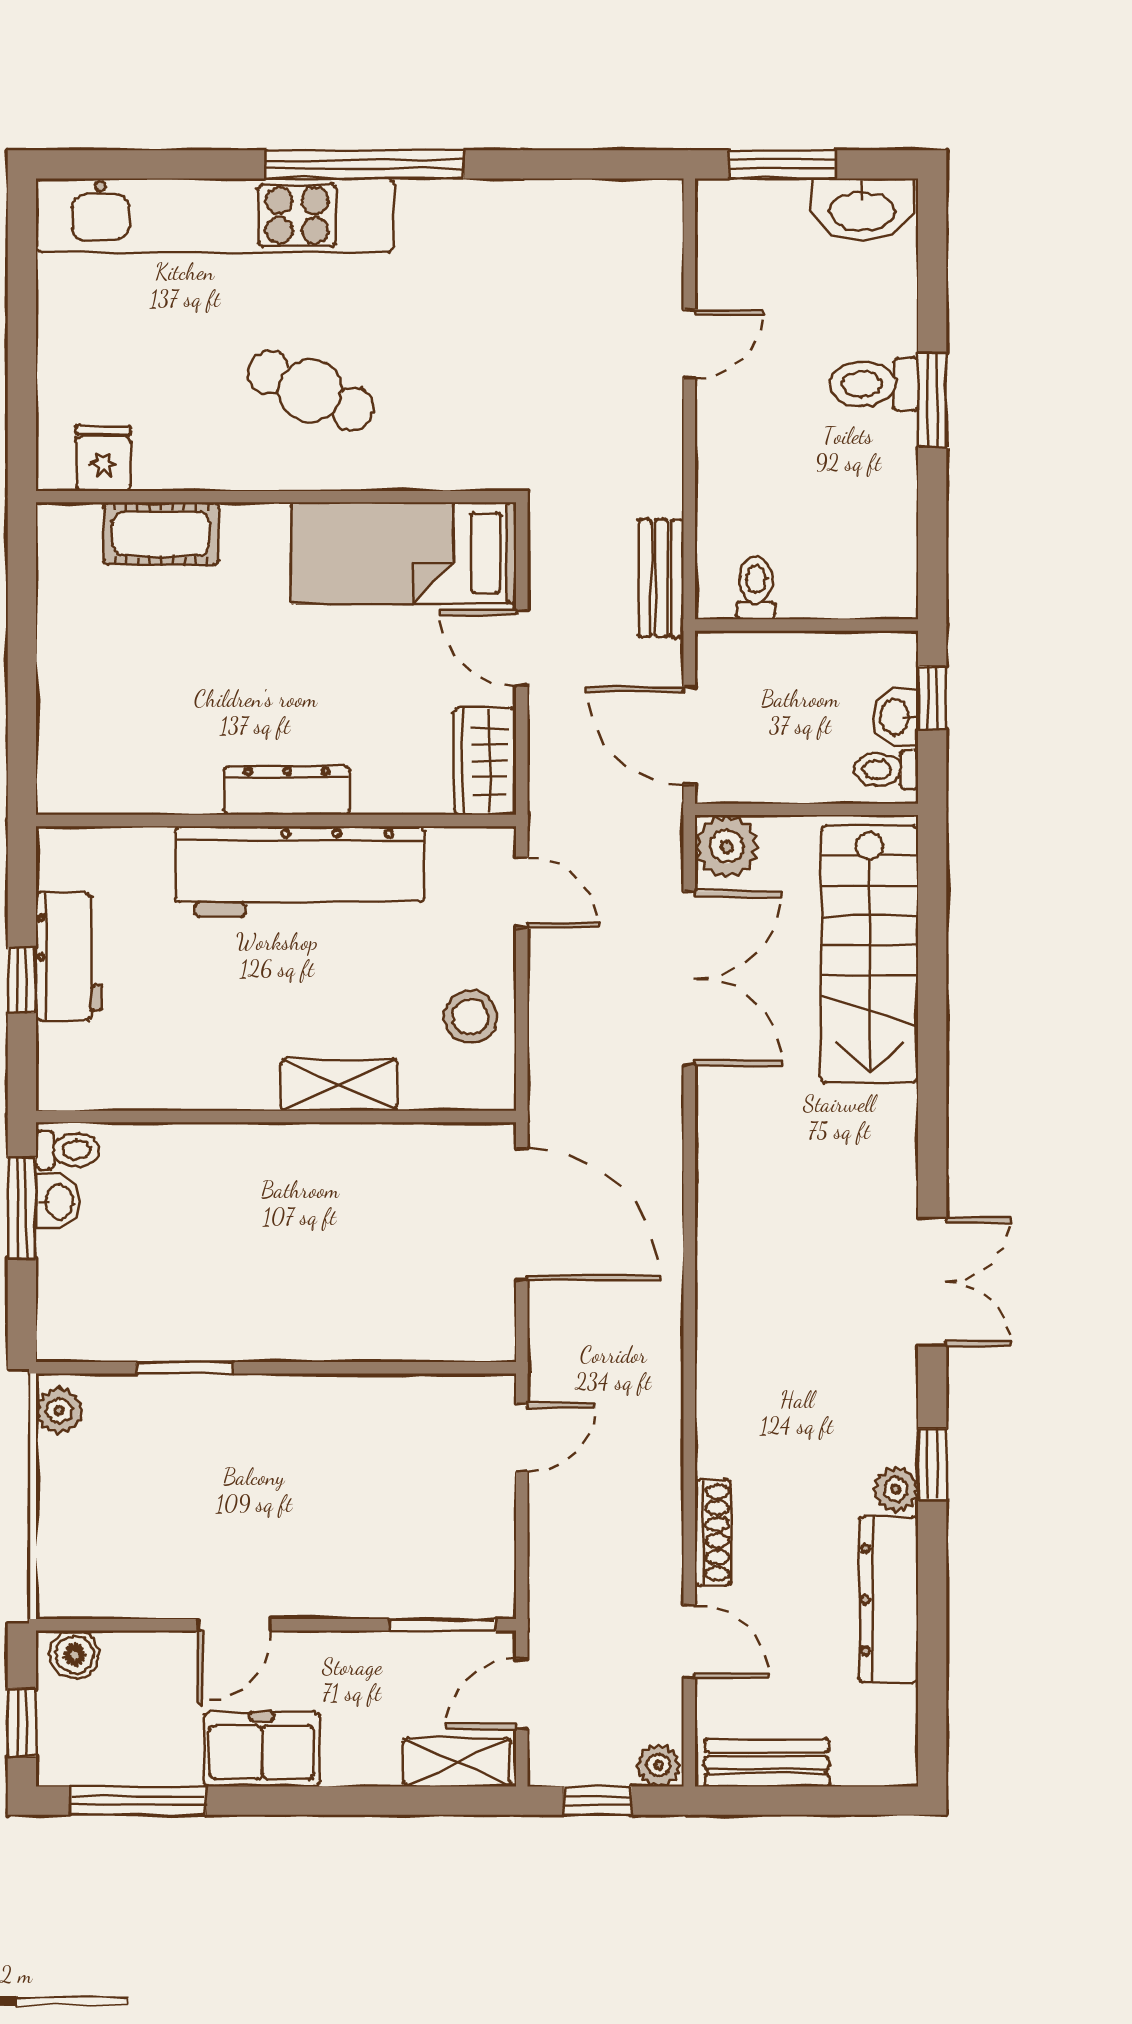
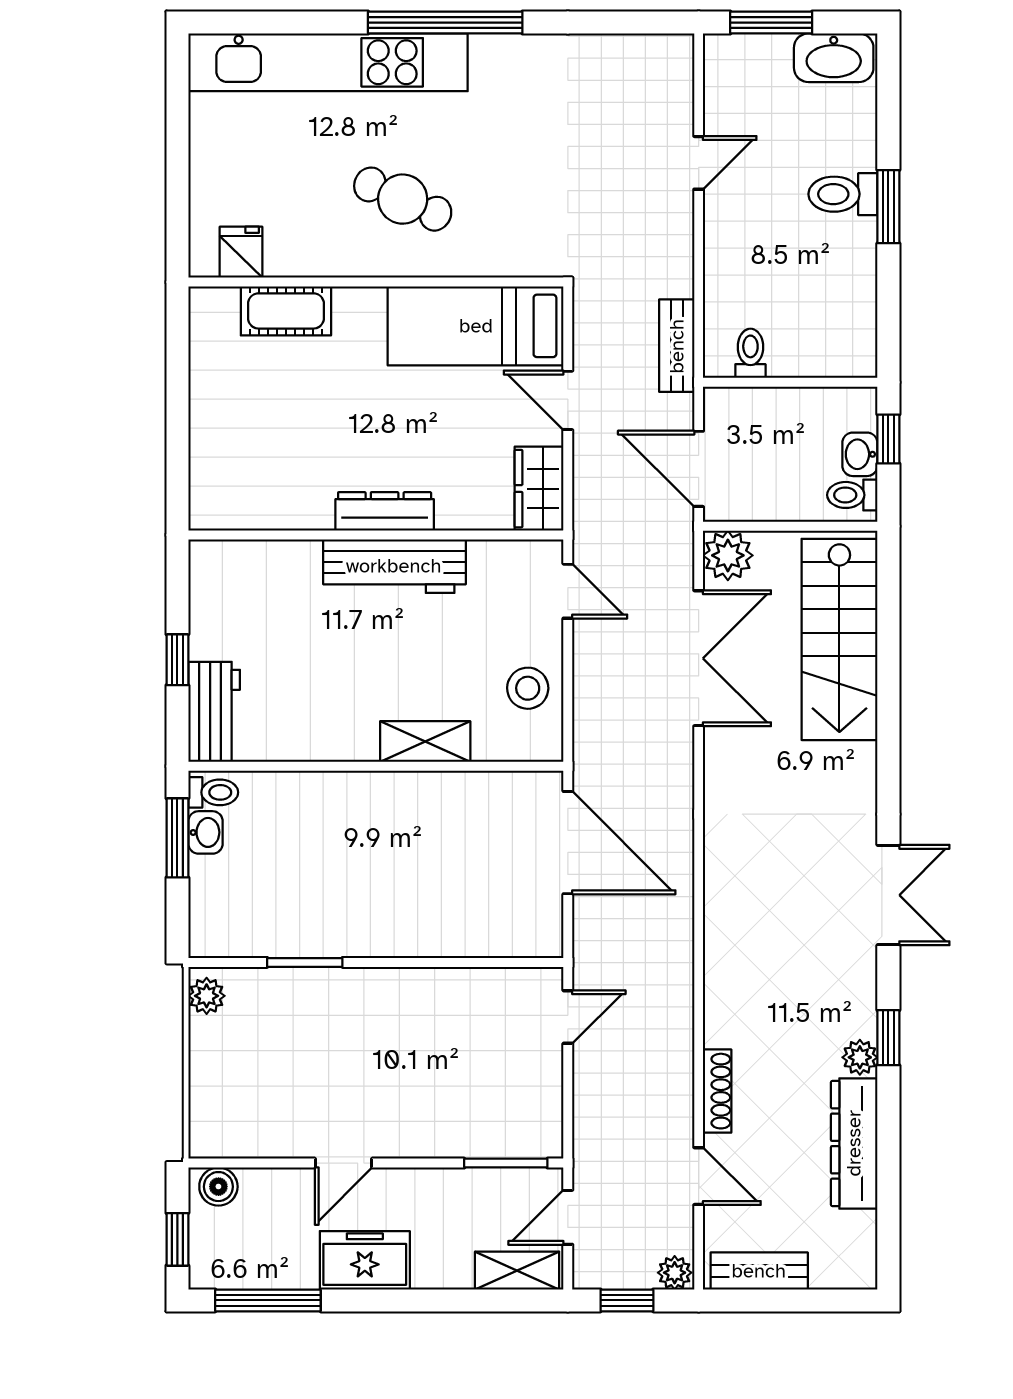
workbench: (300, 871) -> (394, 566), width x0.73, depth x0.76
workbench: (69, 957) -> (214, 712), moved

